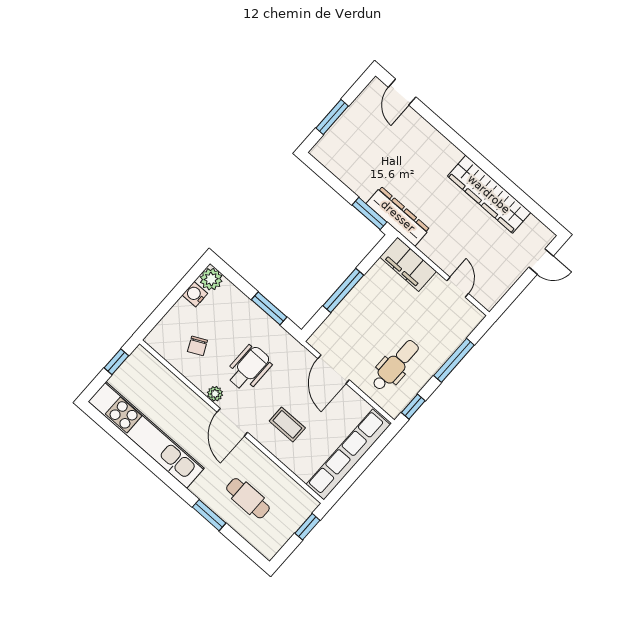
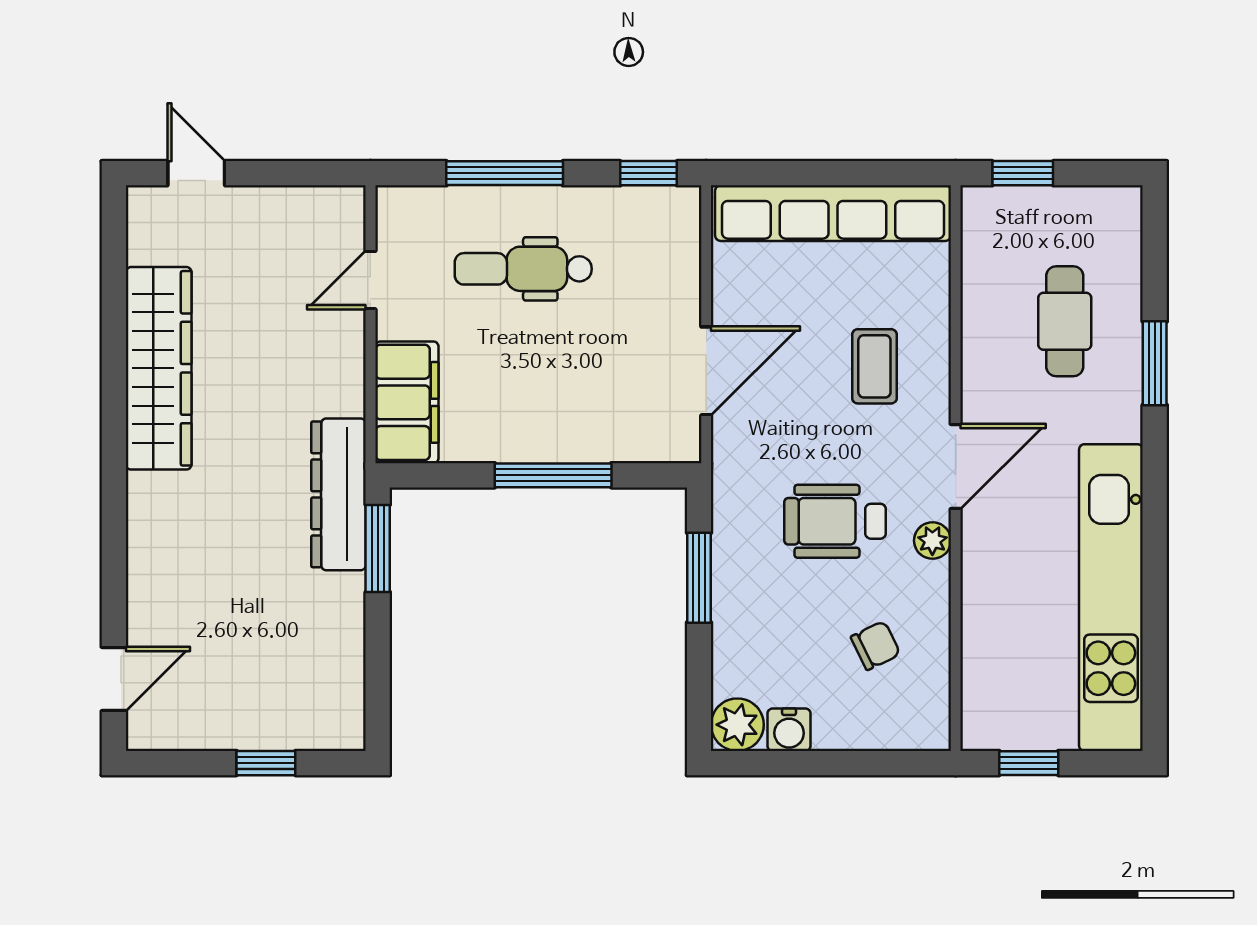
window: (332, 117) -> (266, 763), width x0.67
dental chair: (395, 365) -> (523, 269), moved

